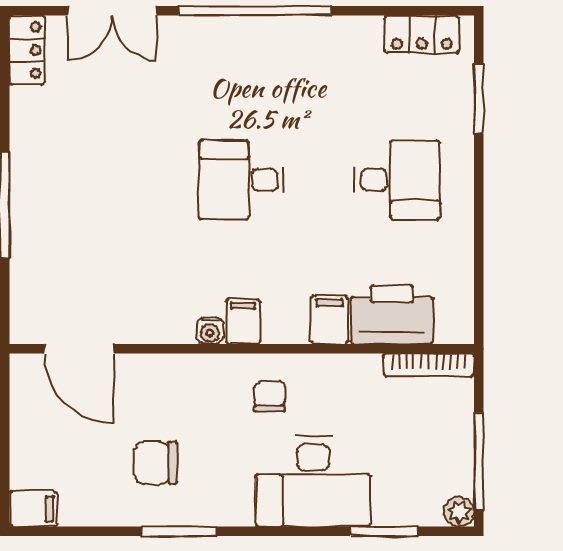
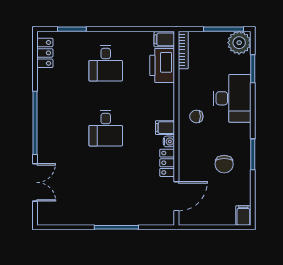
locker: (27, 50) -> (167, 163), moved, turned -90
desk: (397, 180) -> (106, 63), turned 180
filing cabinet: (330, 320) -> (164, 39), moved
plant: (459, 512) -> (239, 43), width x1.88, depth x1.88

